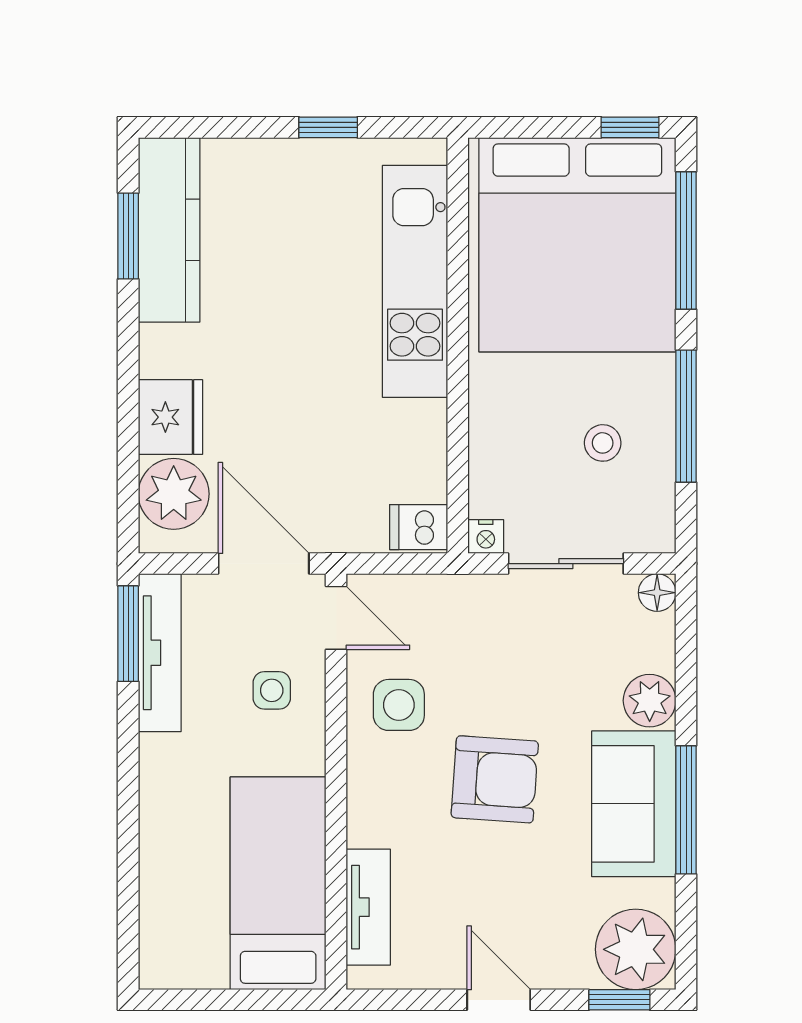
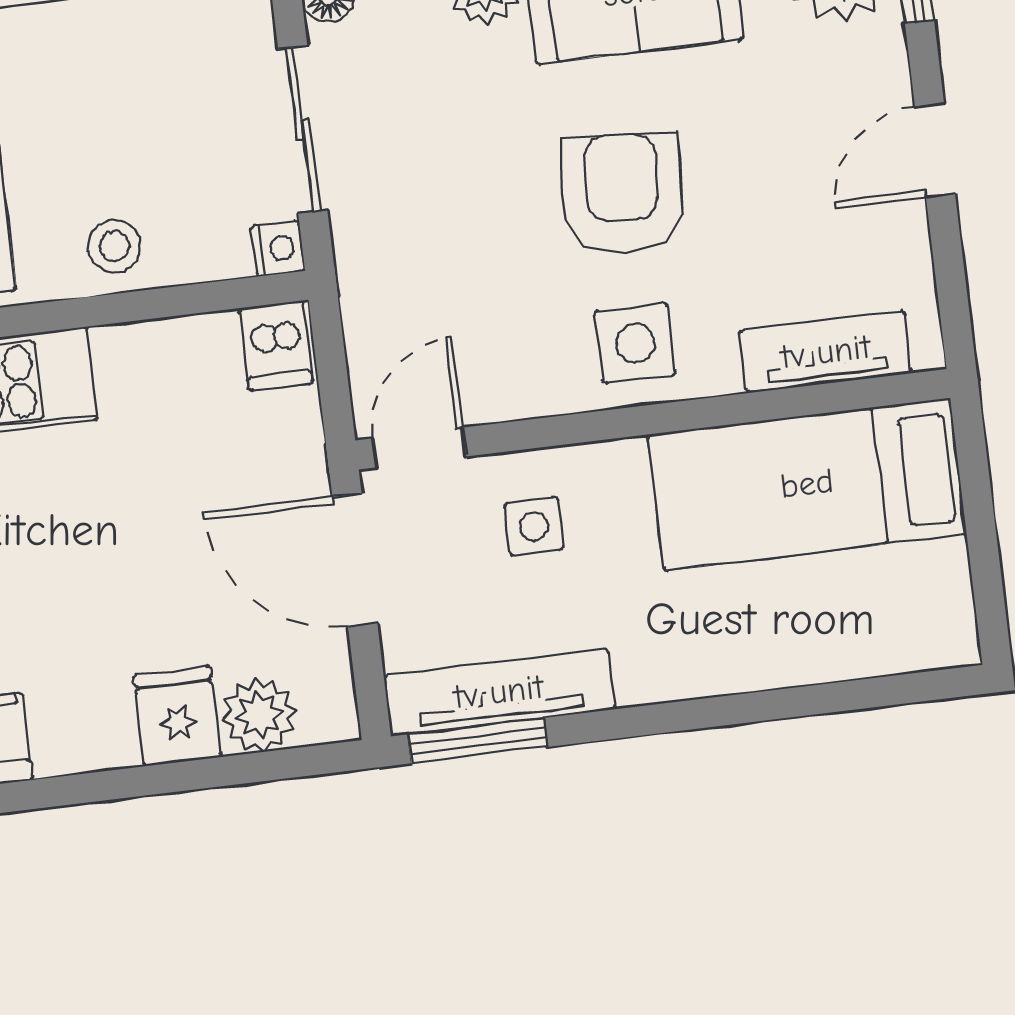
fridge: (170, 417) -> (177, 716), width x0.72
stool: (603, 443) -> (114, 246), moved
plant: (174, 494) -> (259, 715), width x0.73, depth x0.73
door: (264, 564) -> (355, 560), hinge flipped
side table: (399, 705) -> (635, 343), moved

